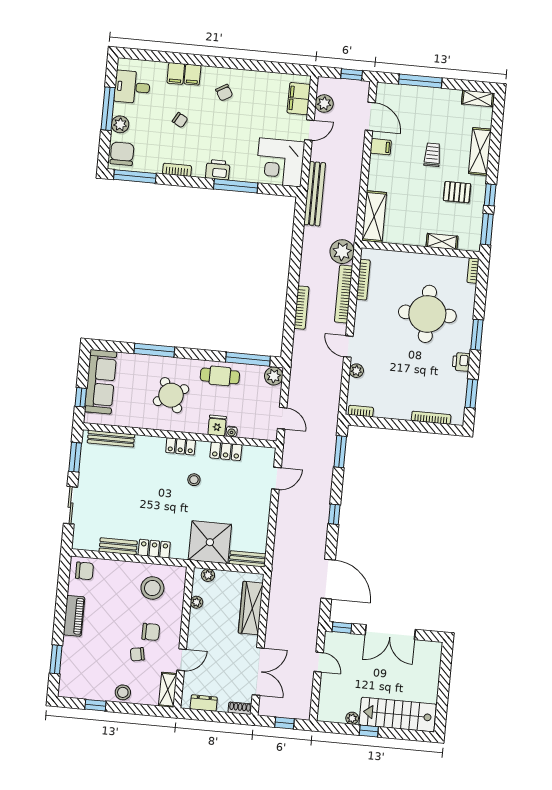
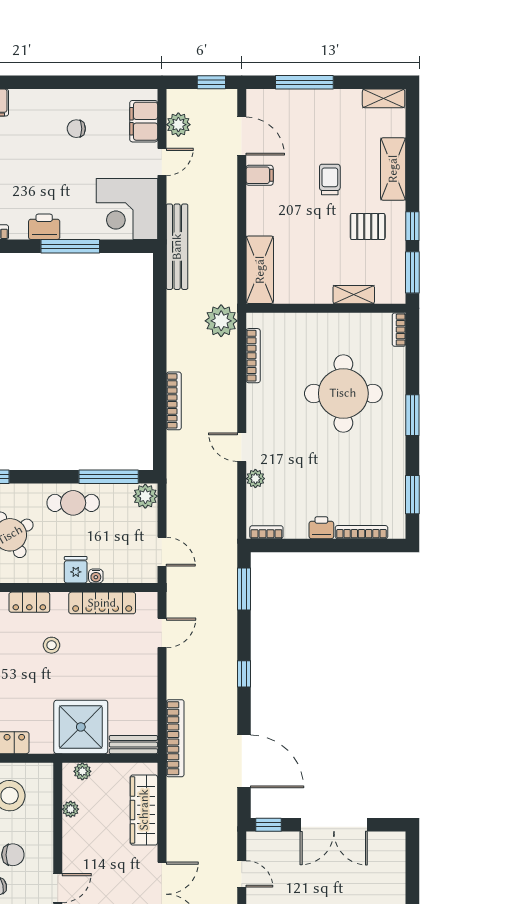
chair: (224, 93) -> (76, 129), moved, turned 120
bookcase: (344, 294) -> (175, 738), moved, turned 180
printer: (461, 362) -> (321, 528), moved, turned 90
locker: (226, 451) -> (102, 603), width x1.53

